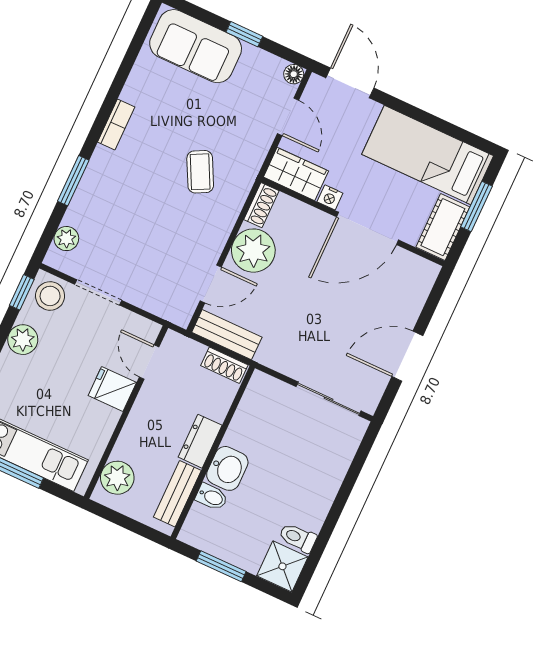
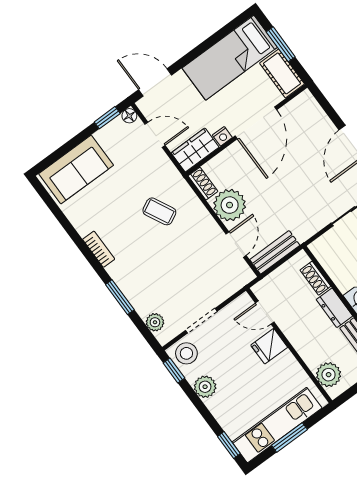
window: (244, 34) -> (107, 118), moved
shoe rack: (224, 365) -> (315, 278), moved, turned 90

